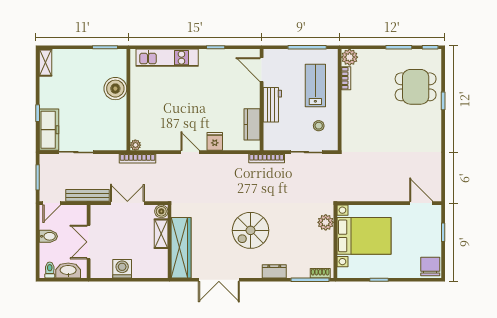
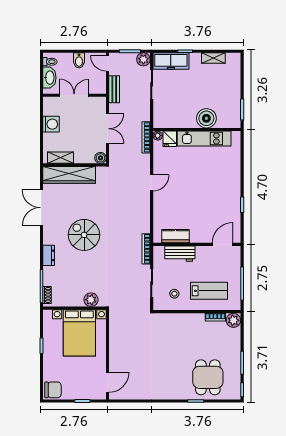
kitchen unit: (167, 58) -> (204, 138), moved, turned -90
shelving: (45, 63) -> (213, 58), moved
workbench: (272, 105) -> (180, 254), moved
fridge: (215, 141) -> (170, 139), moved, turned 90
plant: (47, 162) -> (143, 59), added
bench: (88, 195) -> (114, 89), width x0.73
shelving: (161, 234) -> (61, 158), moved

